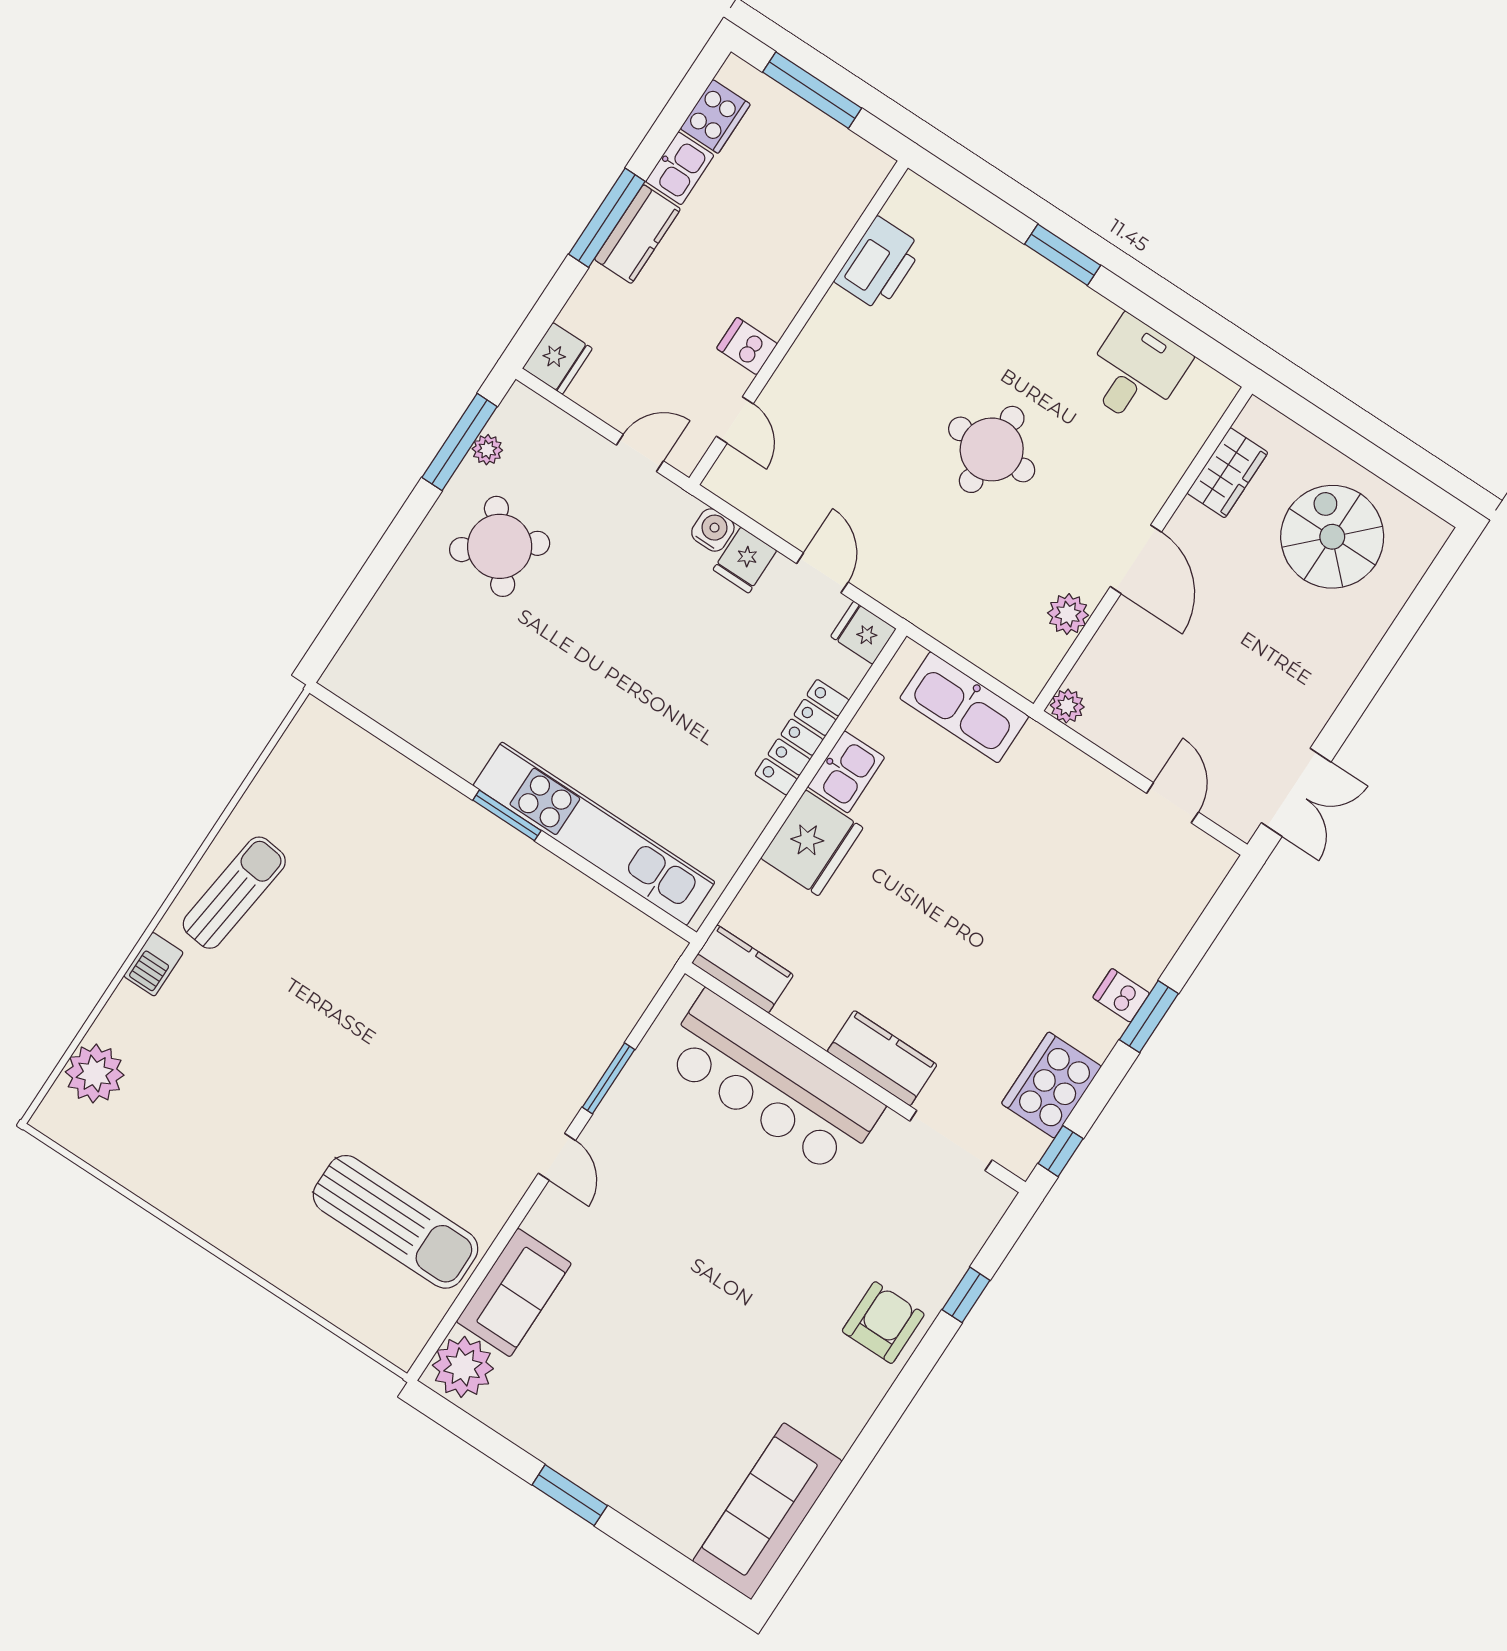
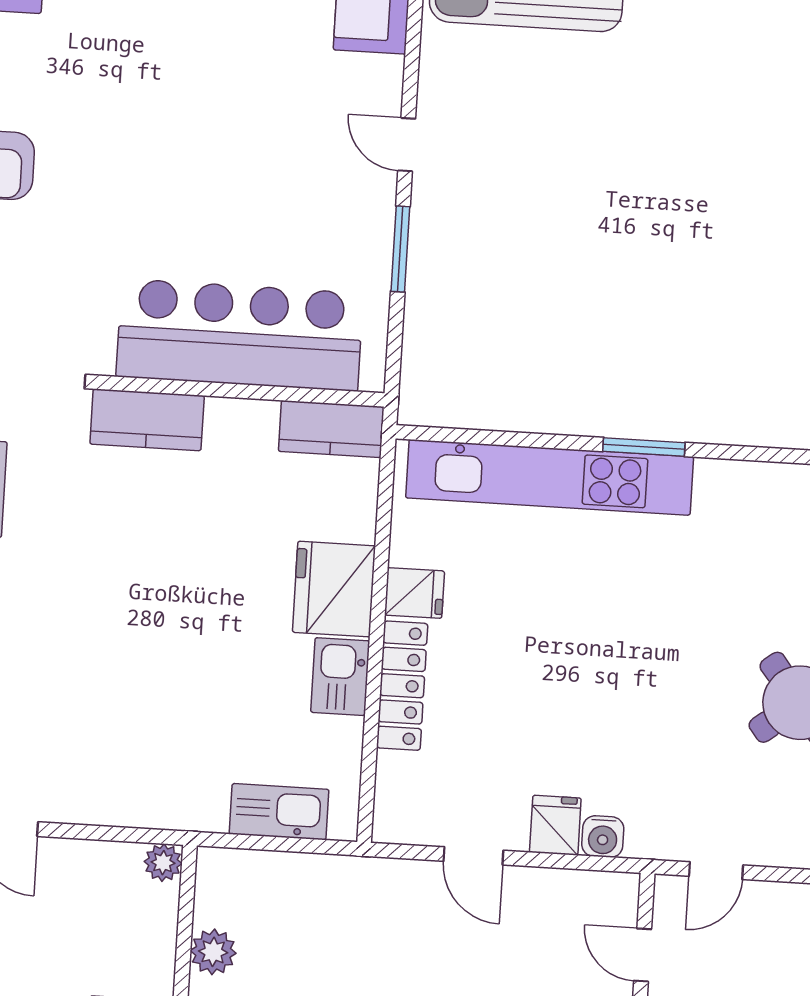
fridge: (863, 633) -> (415, 593), moved
kitchen sink: (964, 707) -> (279, 812), width x0.73, depth x0.81

